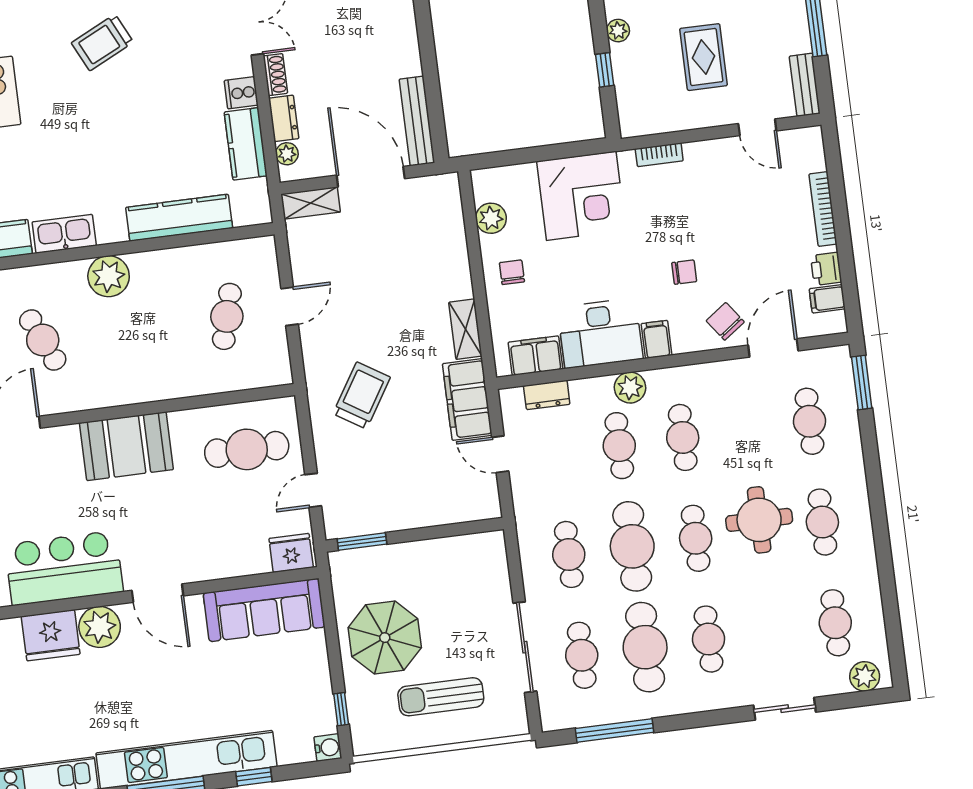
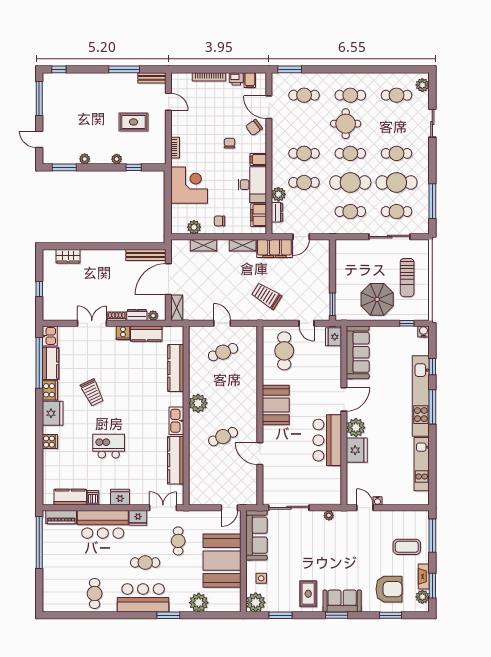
door: (757, 127) -> (168, 102), hinge flipped
shelving: (455, 244) -> (203, 245), added
cafe table: (227, 316) -> (223, 352), turned -36
plant: (630, 388) -> (278, 194), moved

